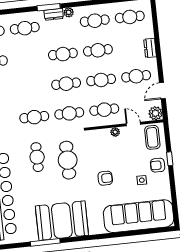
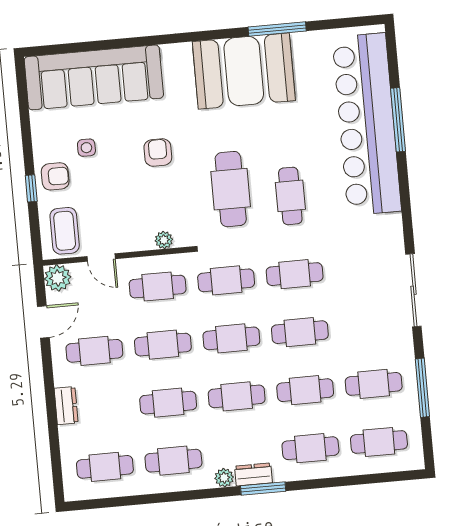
cafe table: (28, 58) -> (305, 390), added
cafe table: (31, 87) -> (300, 332), added
plant: (115, 132) -> (164, 240), moved
armchair: (105, 178) -> (158, 153), turned 90

